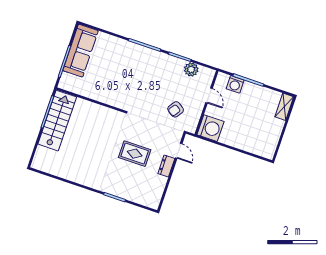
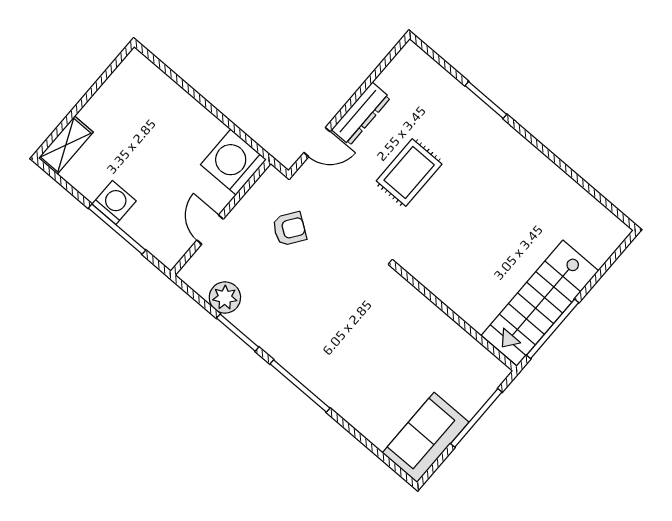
sofa: (81, 51) -> (426, 438), width x0.73
washing machine: (235, 84) -> (114, 202), moved
door: (179, 151) -> (317, 142), swing flipped
rug: (135, 154) -> (409, 172), turned 90
dresser: (166, 166) -> (361, 114), width x1.44

